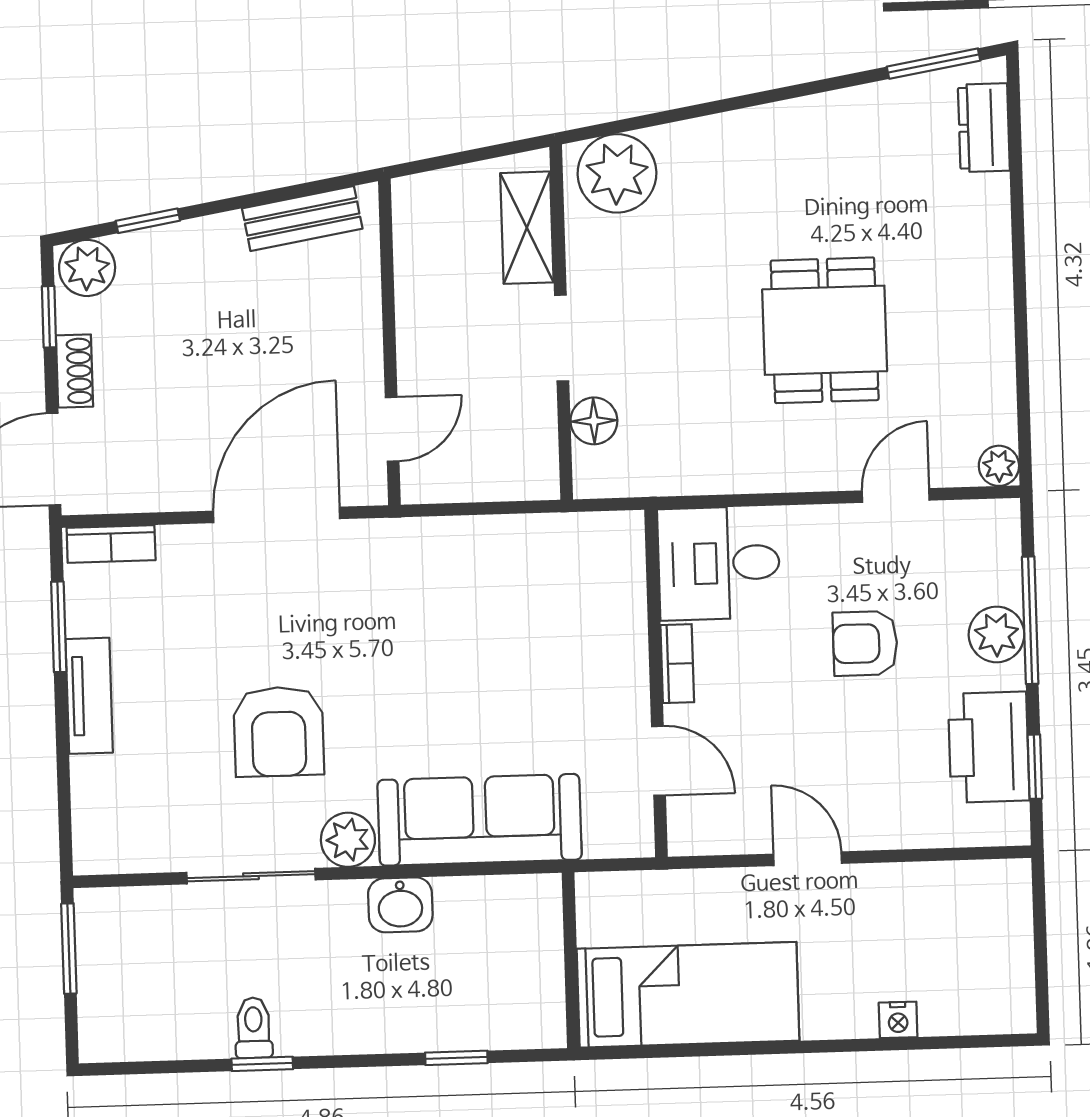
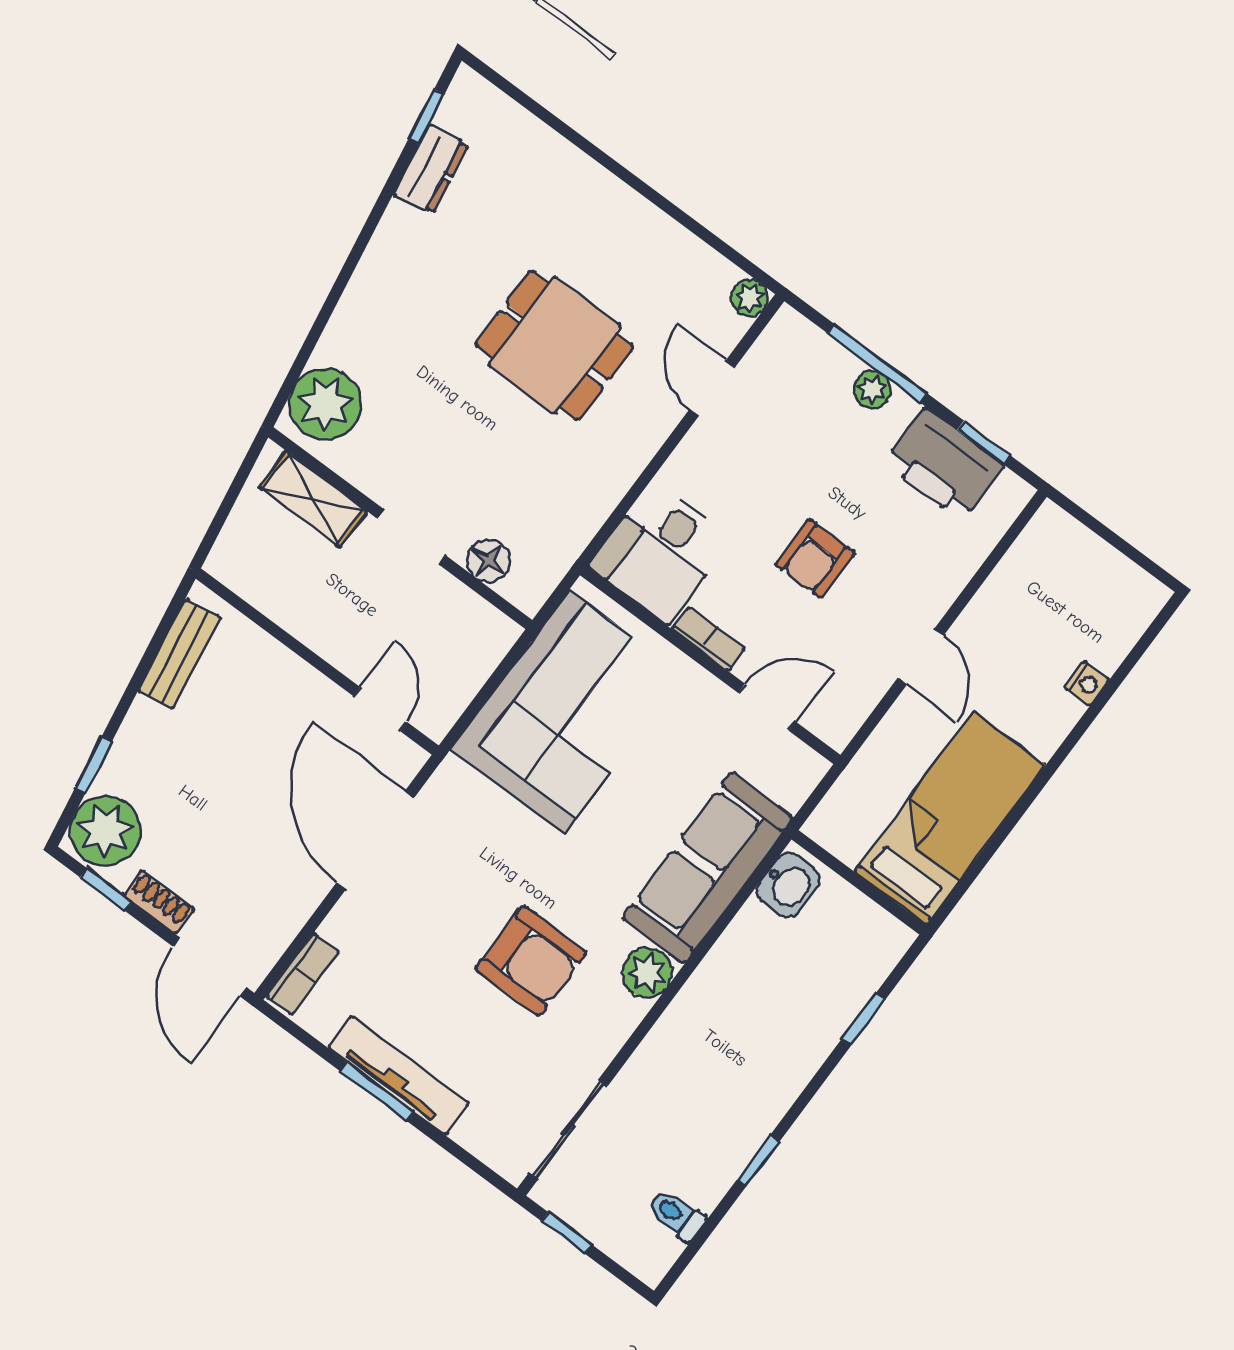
window: (934, 64) -> (426, 117), width x0.67
dresser: (984, 128) -> (431, 169), moved, turned -100
plant: (87, 268) -> (105, 831), width x1.36, depth x1.36
corner sofa: (517, 592) -> (567, 712), added
window: (59, 627) -> (377, 1091), moved
plant: (997, 634) -> (872, 390), width x0.73, depth x0.73
armchair: (865, 643) -> (815, 559), moved
tv unit: (89, 696) -> (398, 1075), width x1.41
door: (808, 859) -> (921, 657), swing flipped
sliding door: (251, 876) -> (568, 1129), moved
washbasin: (400, 905) -> (788, 885), moved
window: (69, 949) -> (567, 1233), width x0.67
toilet: (254, 1028) -> (676, 1215), moved

